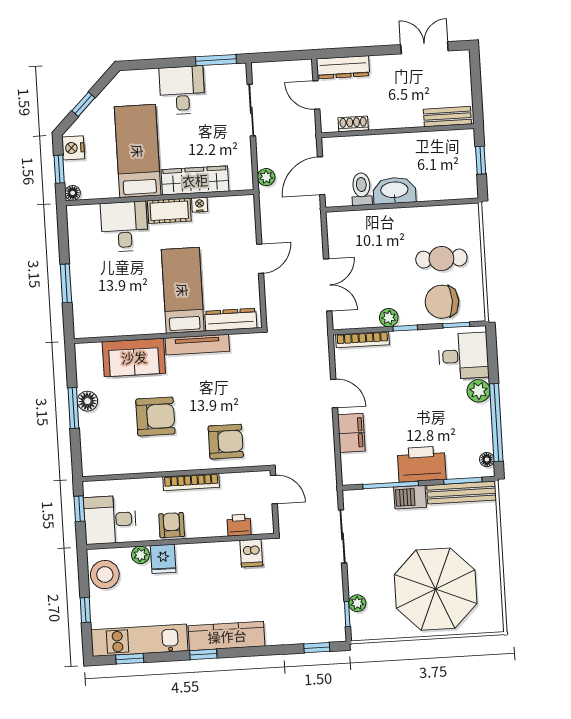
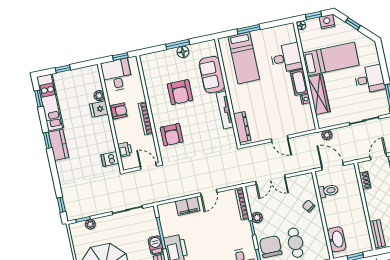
washbasin: (394, 191) -> (337, 239), moved
chair: (382, 227) -> (309, 206), added
bed: (183, 290) -> (244, 58), moved, turned 90
door: (274, 489) -> (148, 166), swing flipped
stool: (105, 575) -> (85, 77), removed
kitchen counter: (227, 636) -> (59, 145), width x0.67

